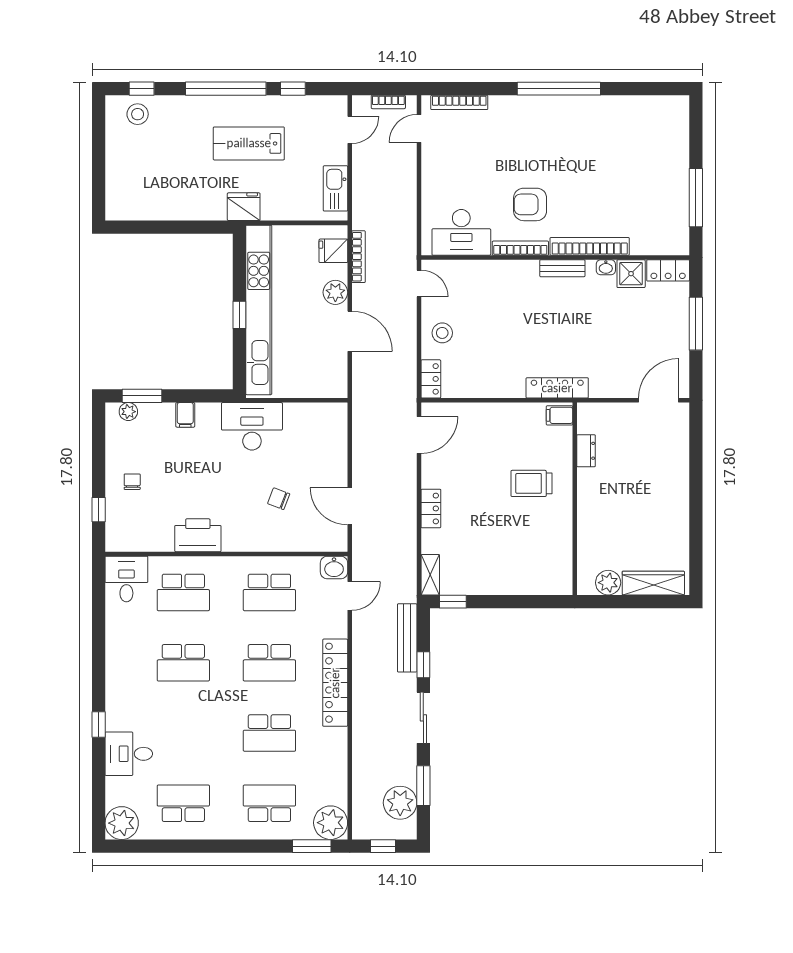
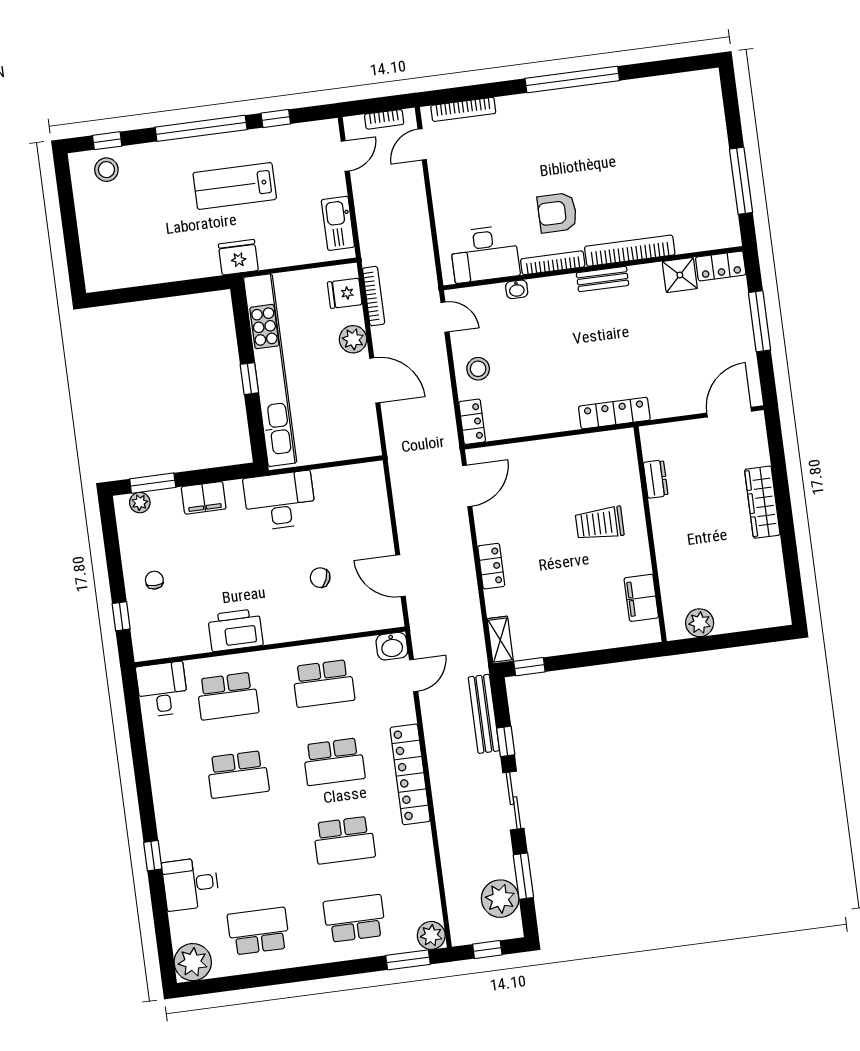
washbasin: (606, 267) -> (517, 289), moved
filing cabinet: (185, 415) -> (204, 498), width x2.00
filing cabinet: (560, 415) -> (641, 598), moved, width x2.00
wardrobe: (653, 583) -> (762, 502), moved, turned -90
plant: (331, 823) -> (431, 935), width x0.73, depth x0.73

